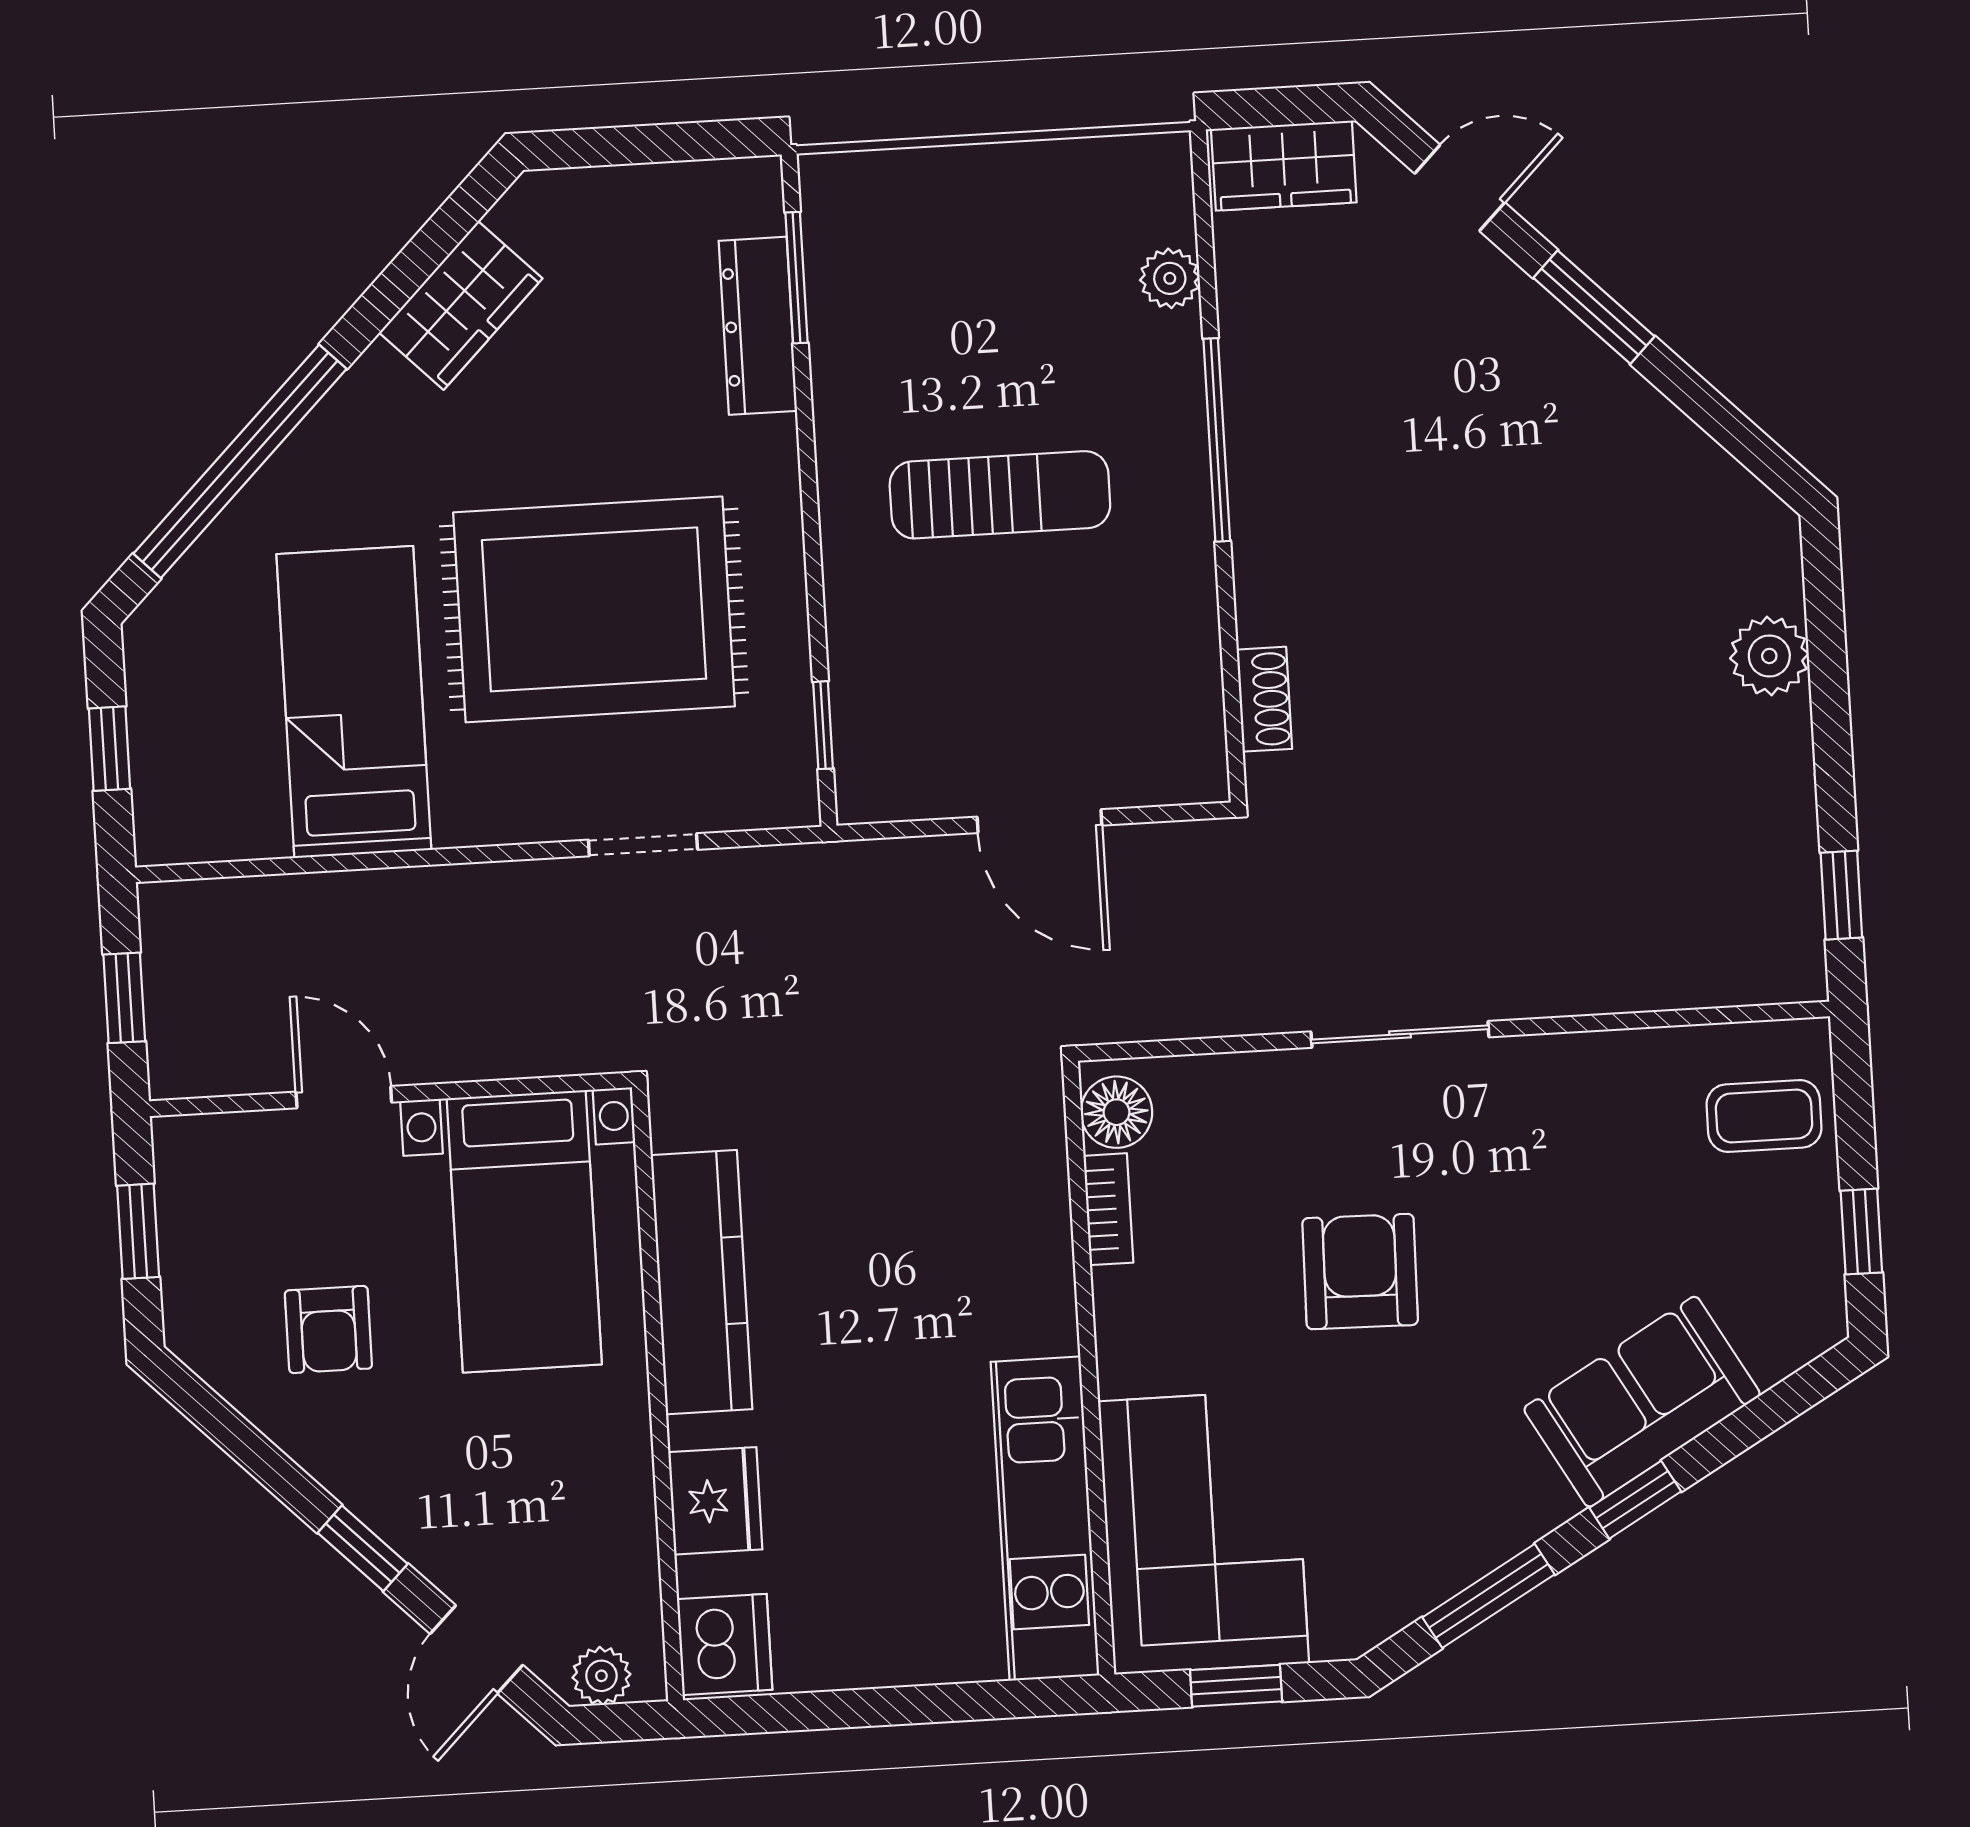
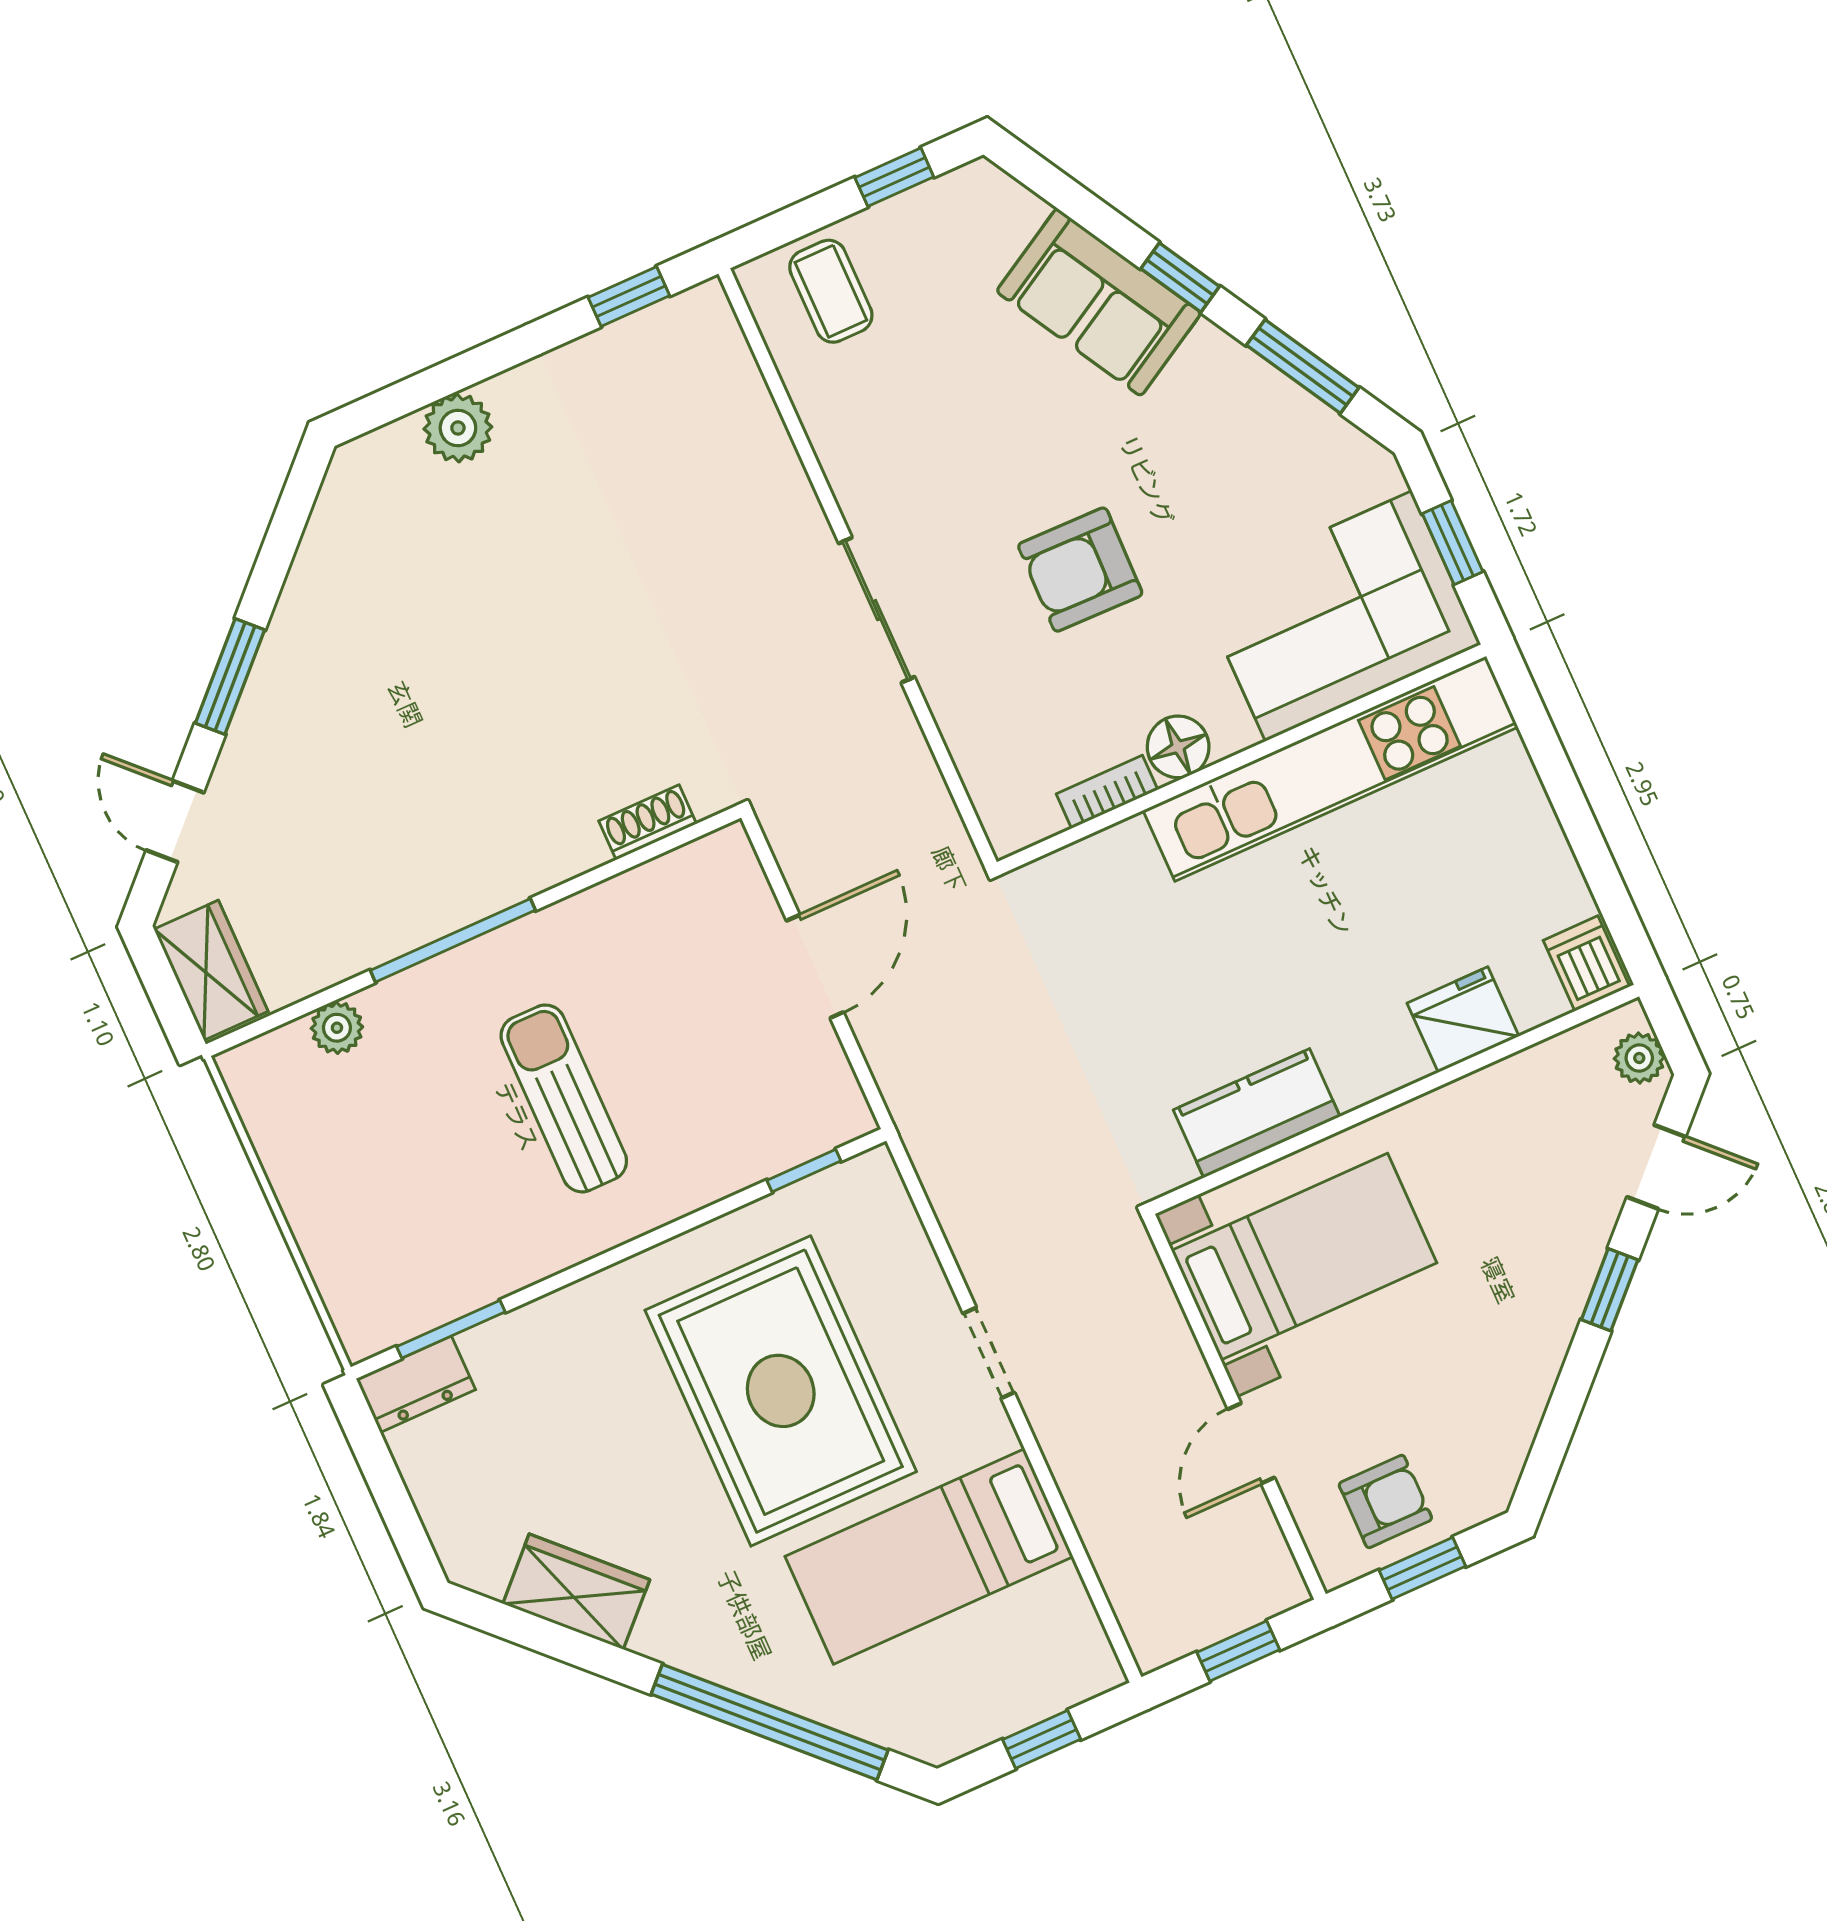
dresser: (758, 326) -> (416, 1384), moved, width x0.70
doorway: (643, 845) -> (989, 1353), moved
floor lamp: (1116, 1112) -> (1178, 747), moved
kitchen counter: (701, 1282) -> (1257, 1113), width x0.67
armchair: (328, 1329) -> (1385, 1501), moved
kitchen unit: (1045, 1519) -> (1331, 769), width x1.36
dishwasher: (725, 1644) -> (1586, 963), width x0.73

